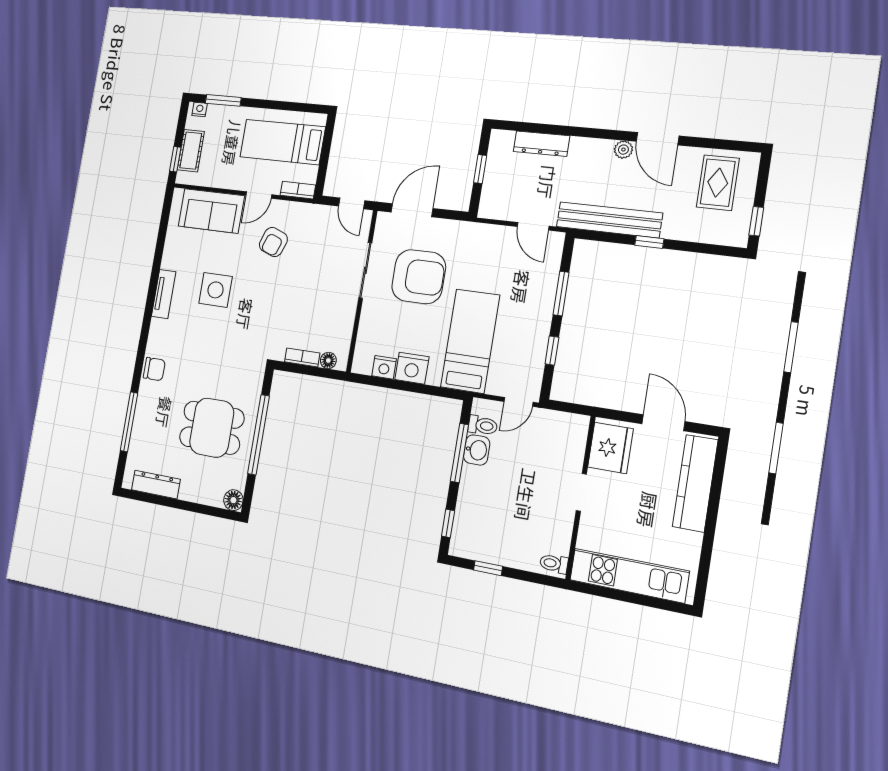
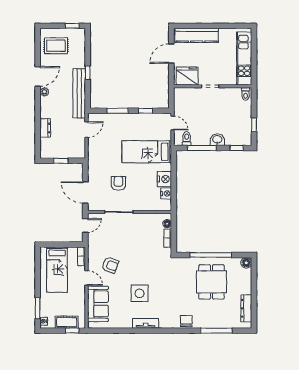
dresser: (541, 144) -> (45, 128), width x0.70
armchair: (419, 277) -> (118, 183), width x0.53, depth x0.53
washbasin: (477, 450) -> (217, 140), moved

